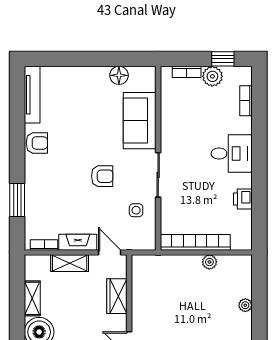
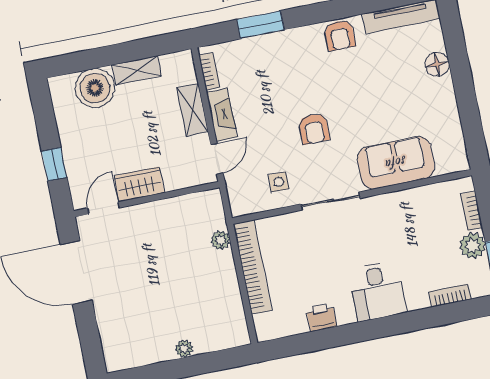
floor lamp: (119, 75) -> (437, 64), moved
plant: (209, 262) -> (221, 240), moved
wardrobe: (117, 296) -> (139, 184), moved

